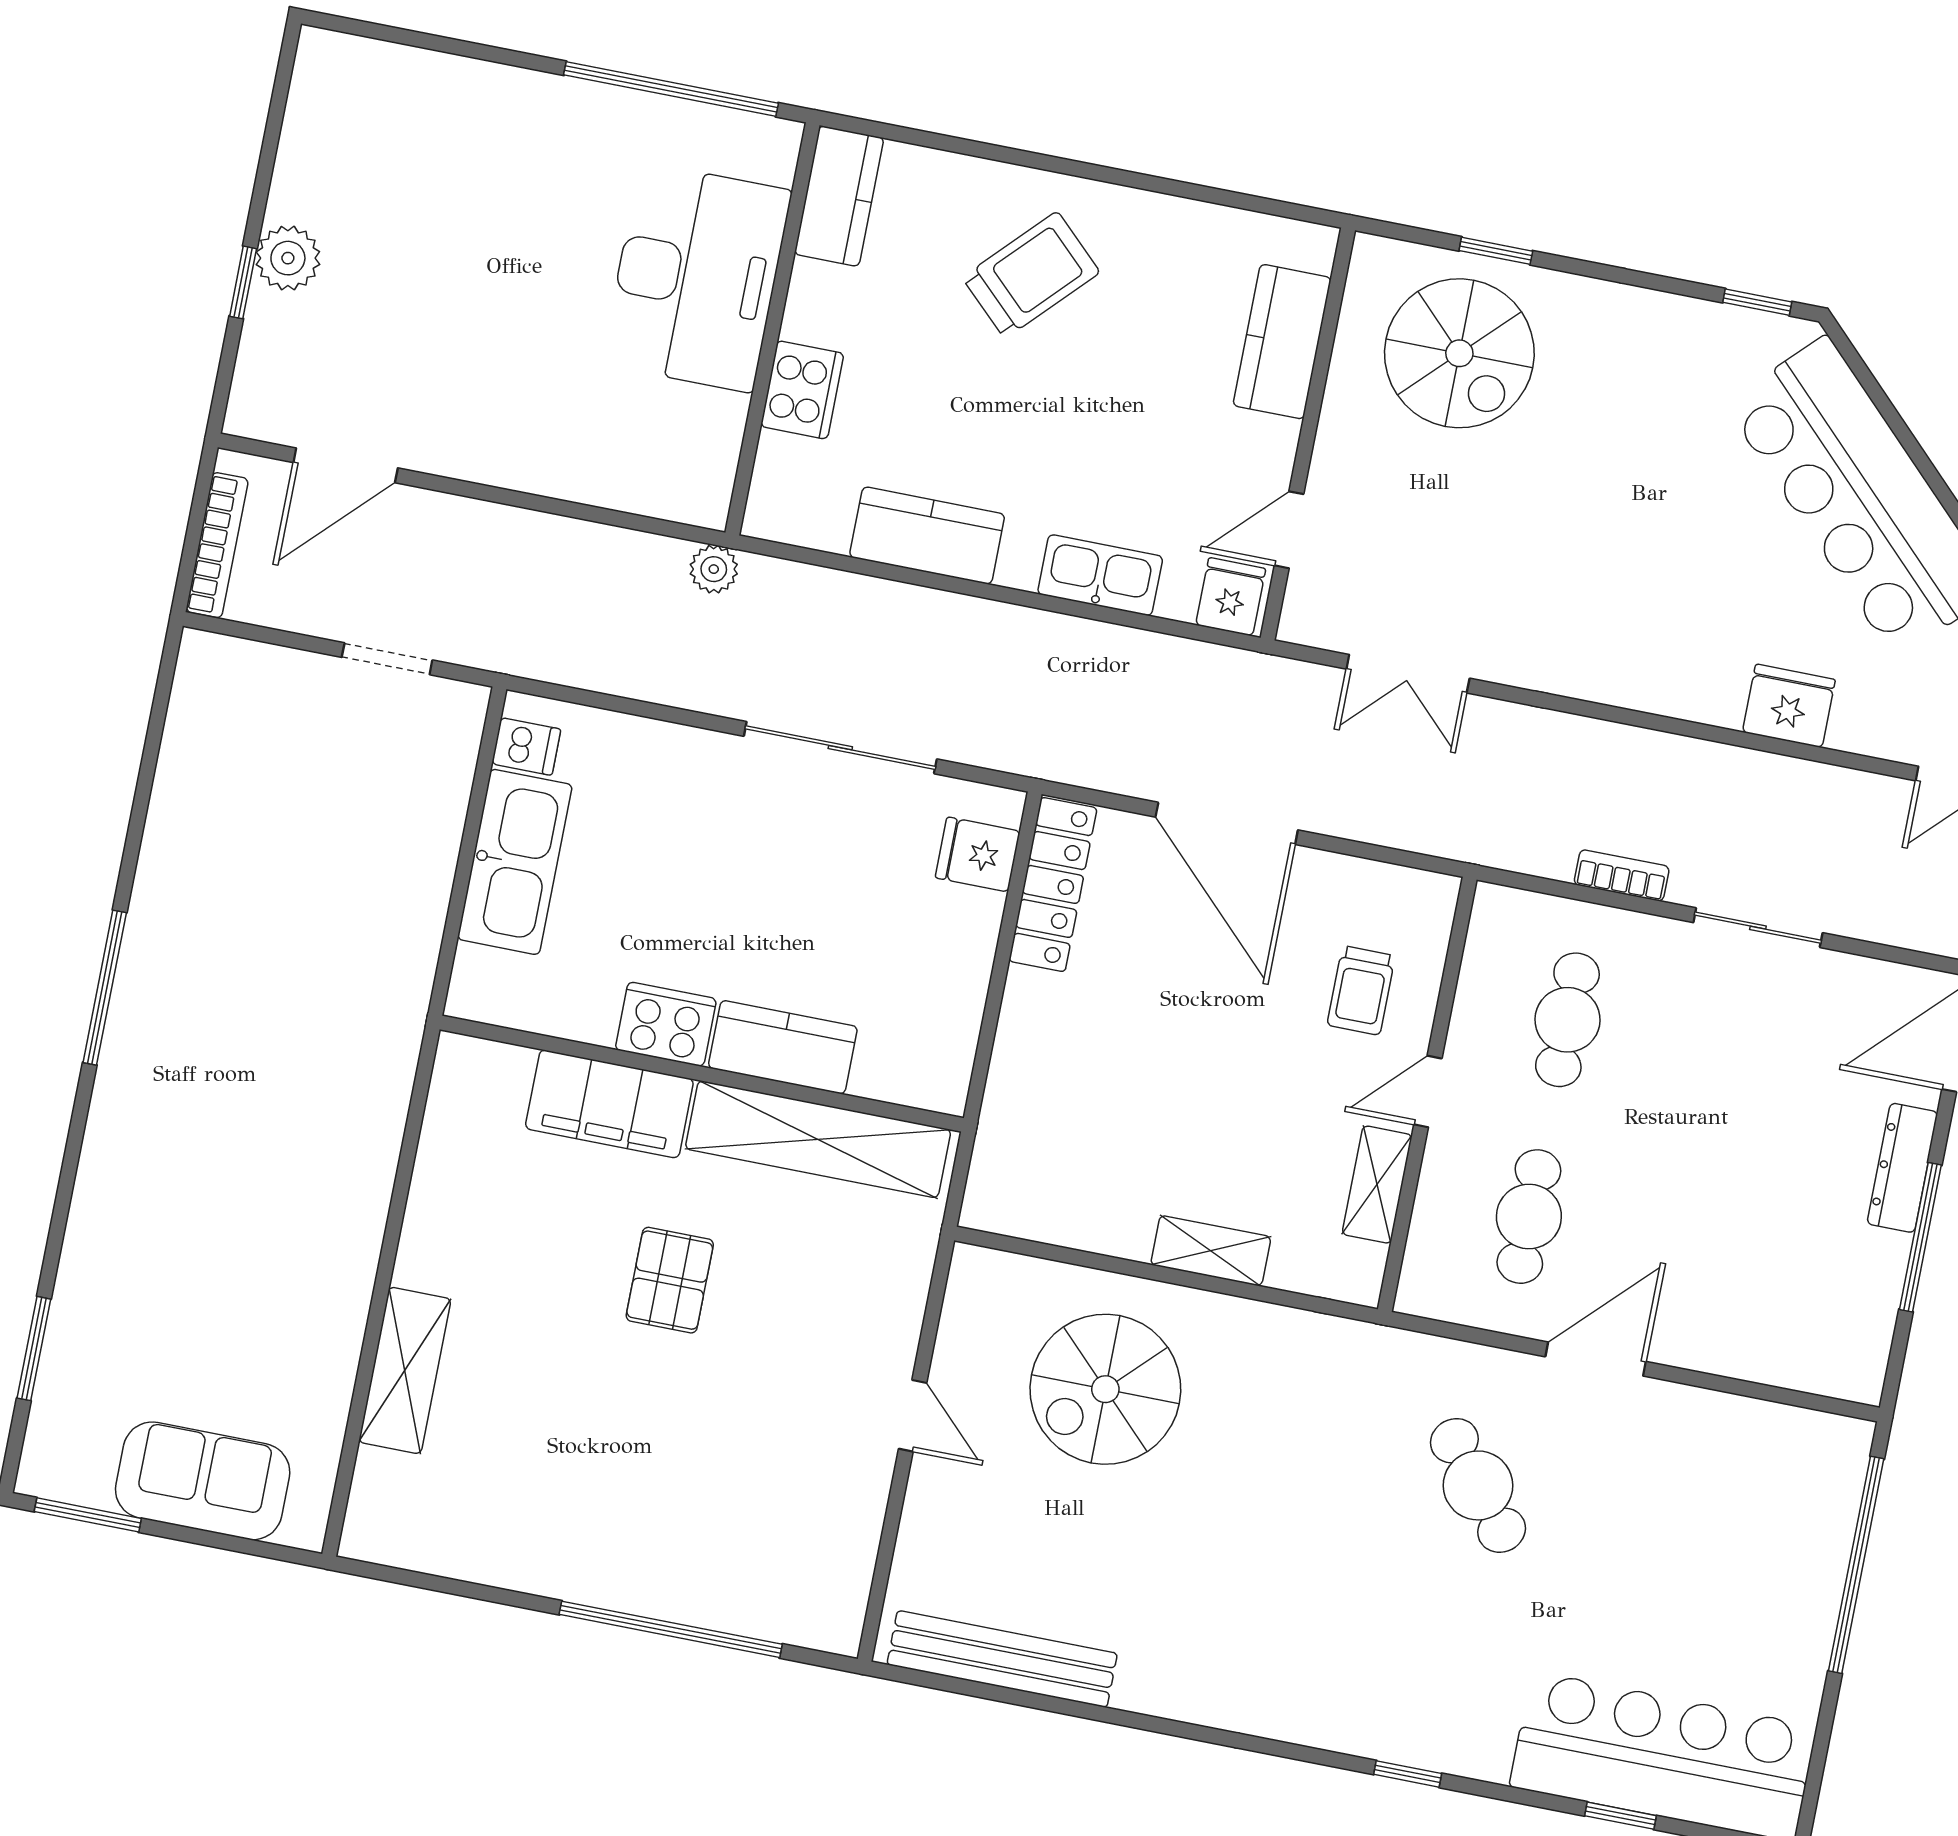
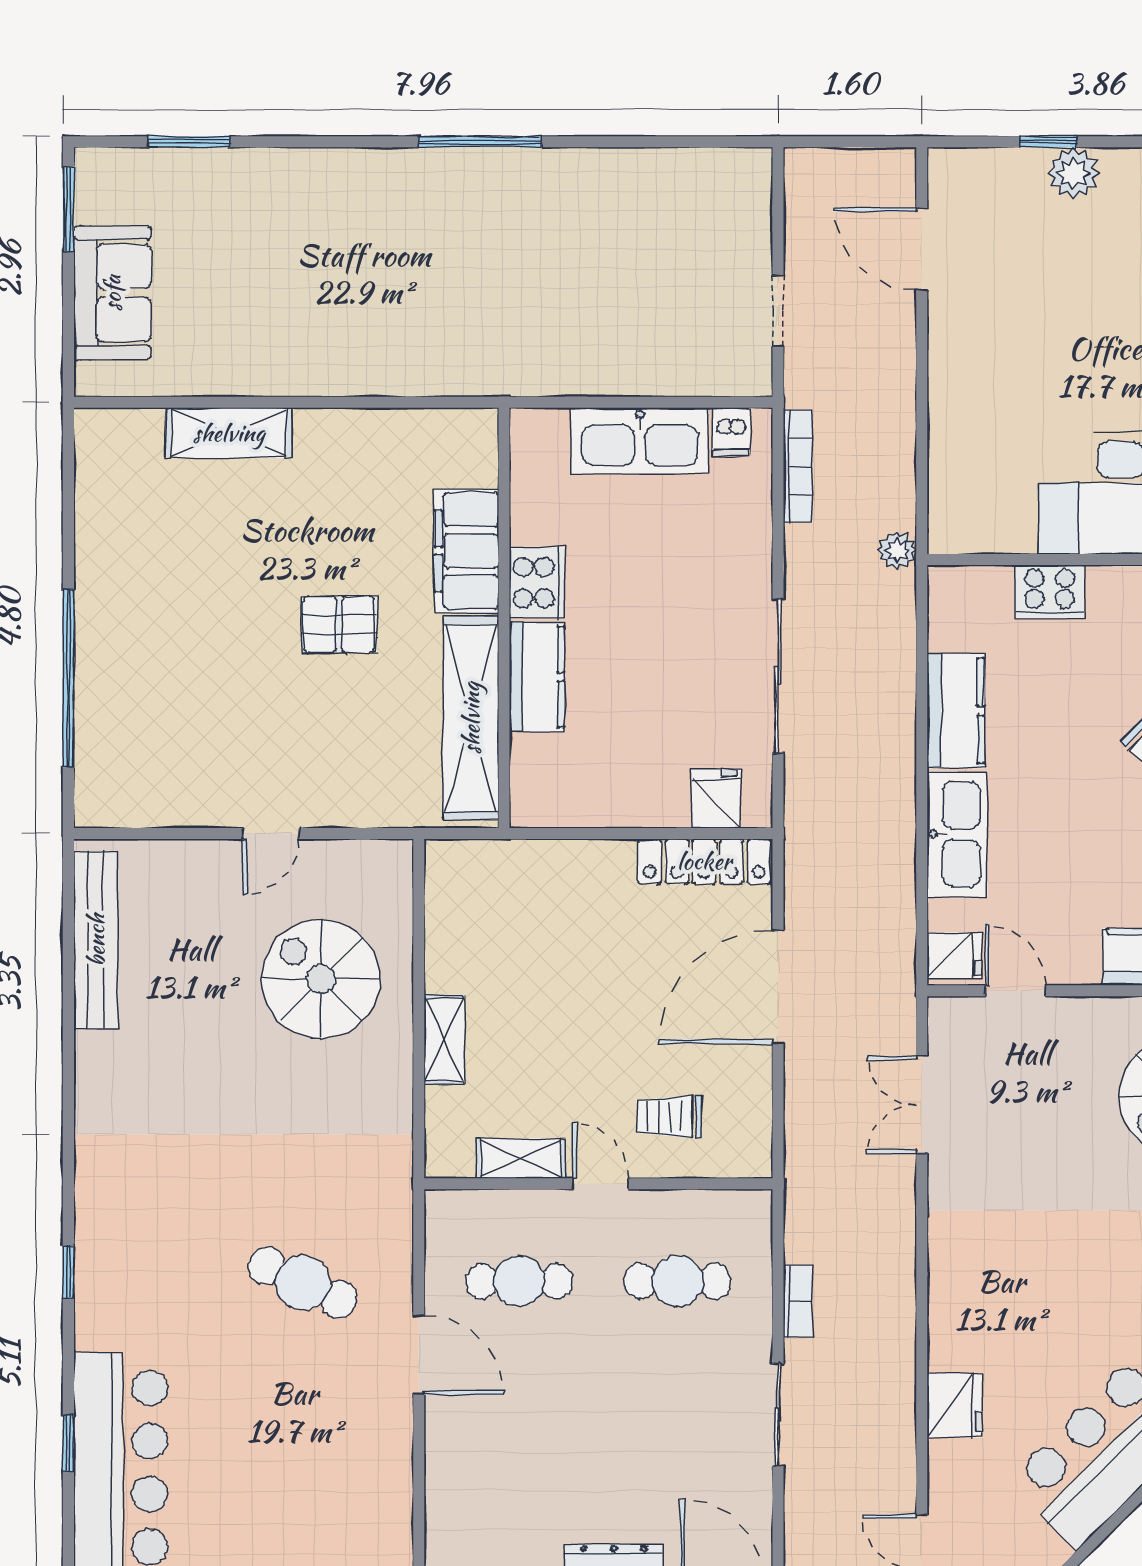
bookcase: (217, 545) -> (798, 466), moved, turned -90
kitchen sink: (1100, 575) -> (957, 834), width x1.36, depth x1.24
cafe table: (1478, 1485) -> (303, 1283), turned 64

